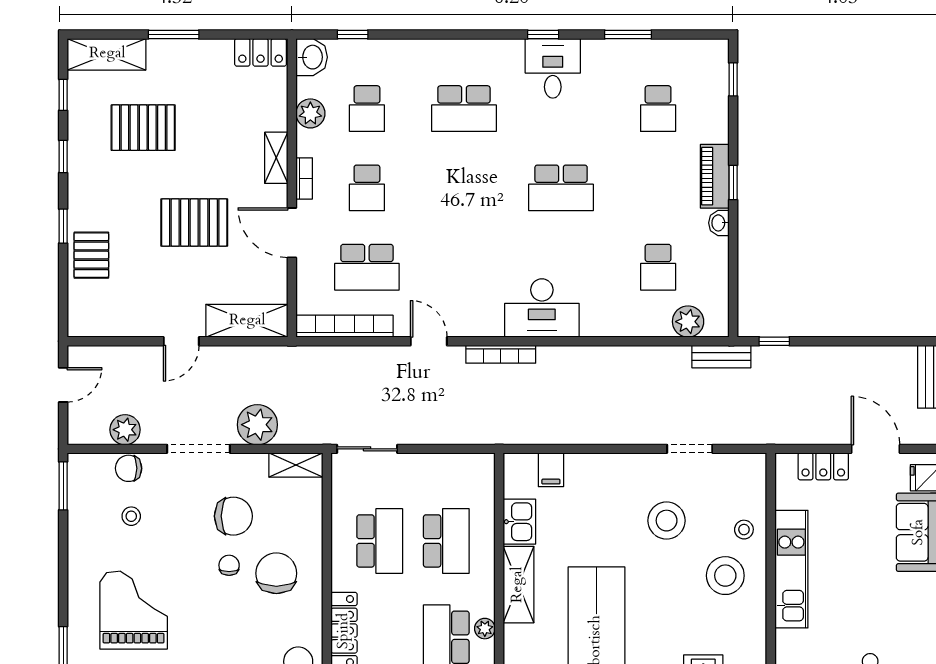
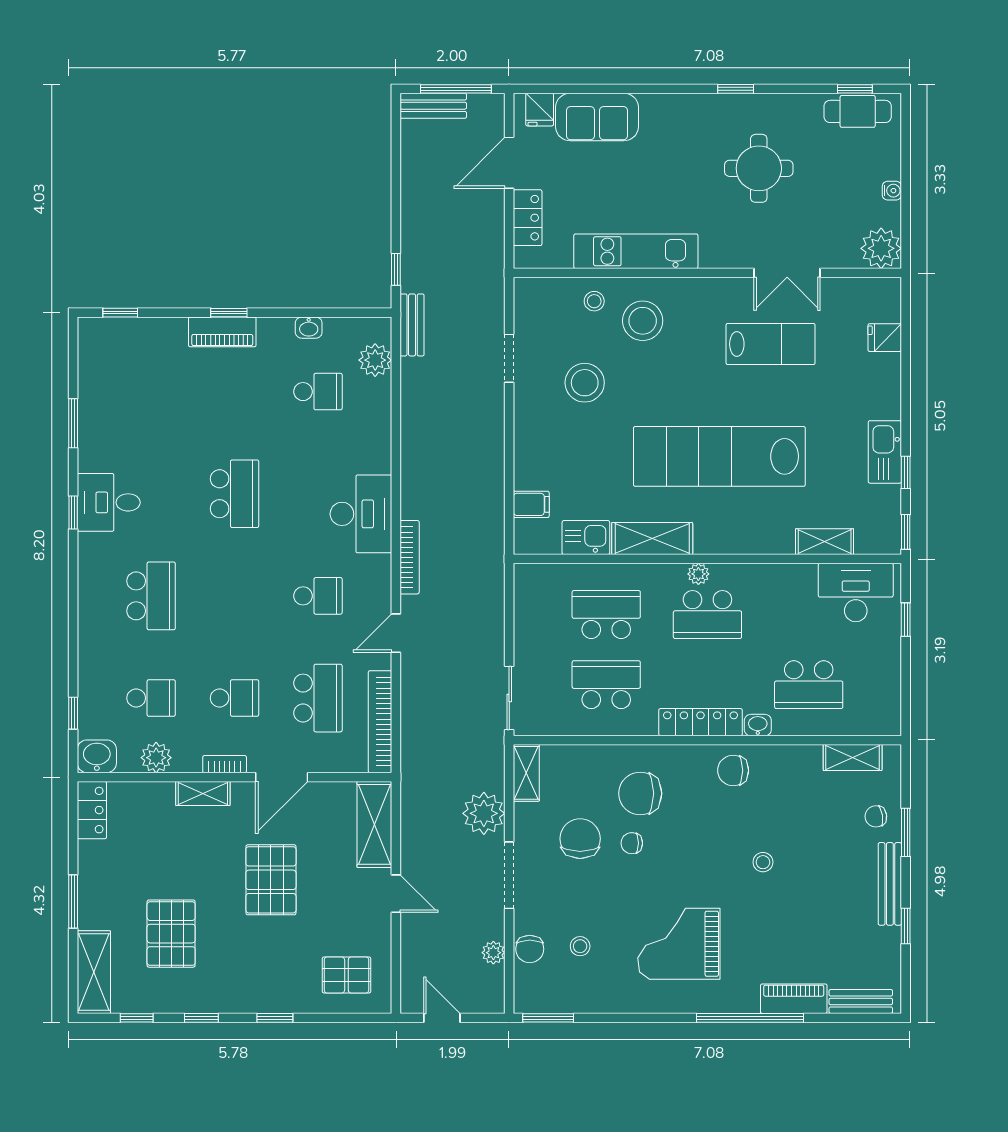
school desk: (658, 109) -> (318, 596), moved
washbasin: (719, 223) -> (309, 328), moved
pallet: (91, 255) -> (346, 975), moved
plant: (125, 430) -> (493, 953), width x0.73, depth x0.73

